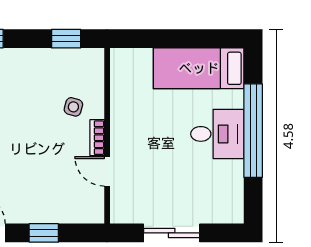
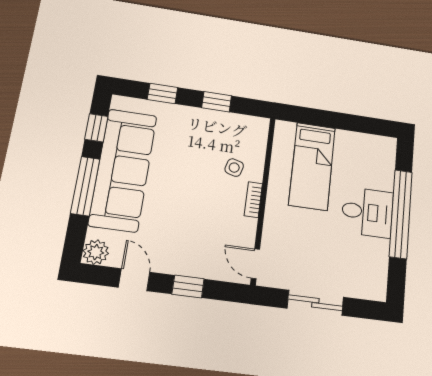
window: (66, 39) -> (217, 102), moved
bed: (199, 68) -> (312, 166), moved, turned -90
door: (107, 171) -> (255, 264), moved

